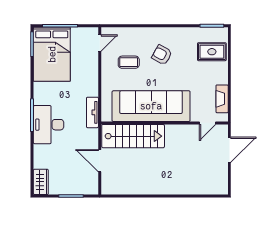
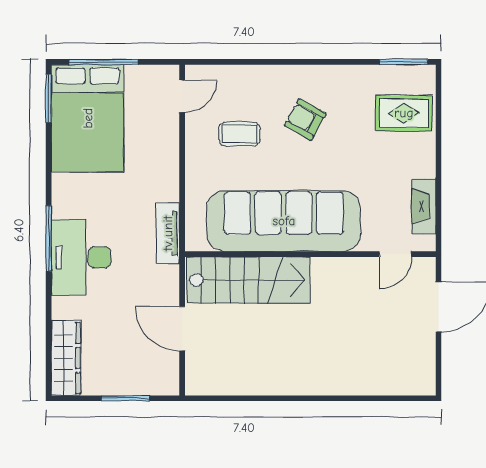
wardrobe: (41, 182) -> (66, 358), width x1.50

